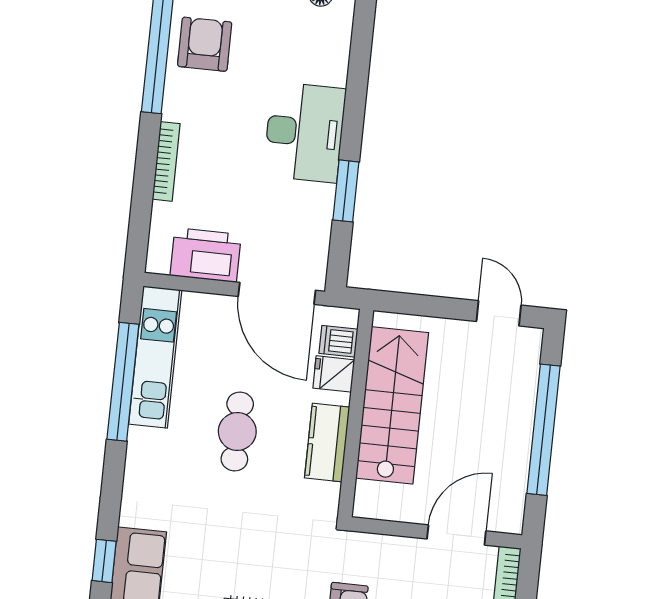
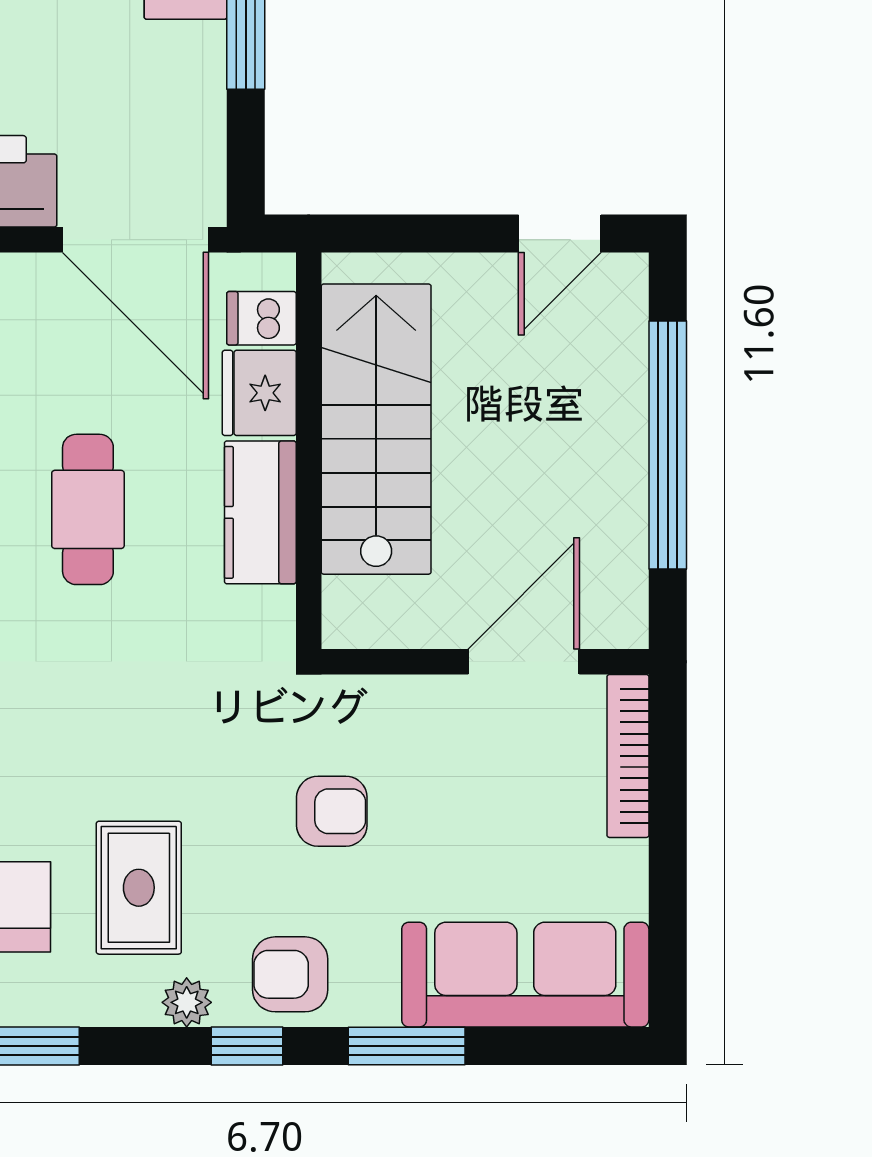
door: (499, 313) -> (560, 233), swing flipped
fridge: (334, 374) -> (259, 393), width x1.38

